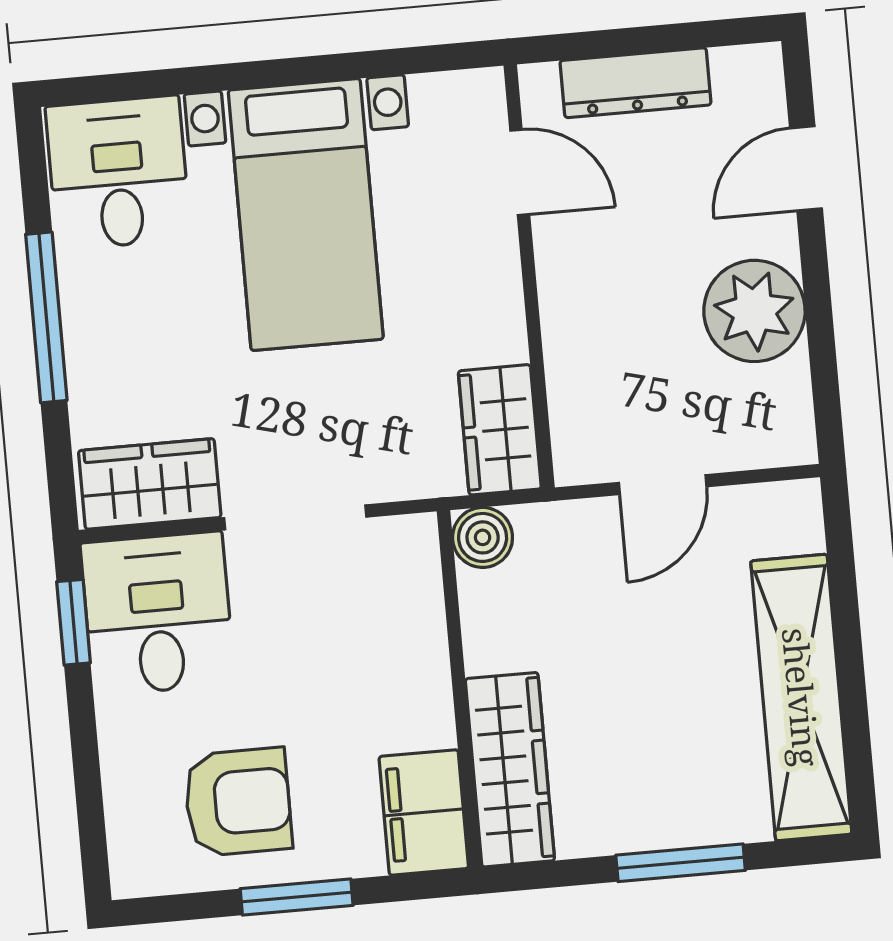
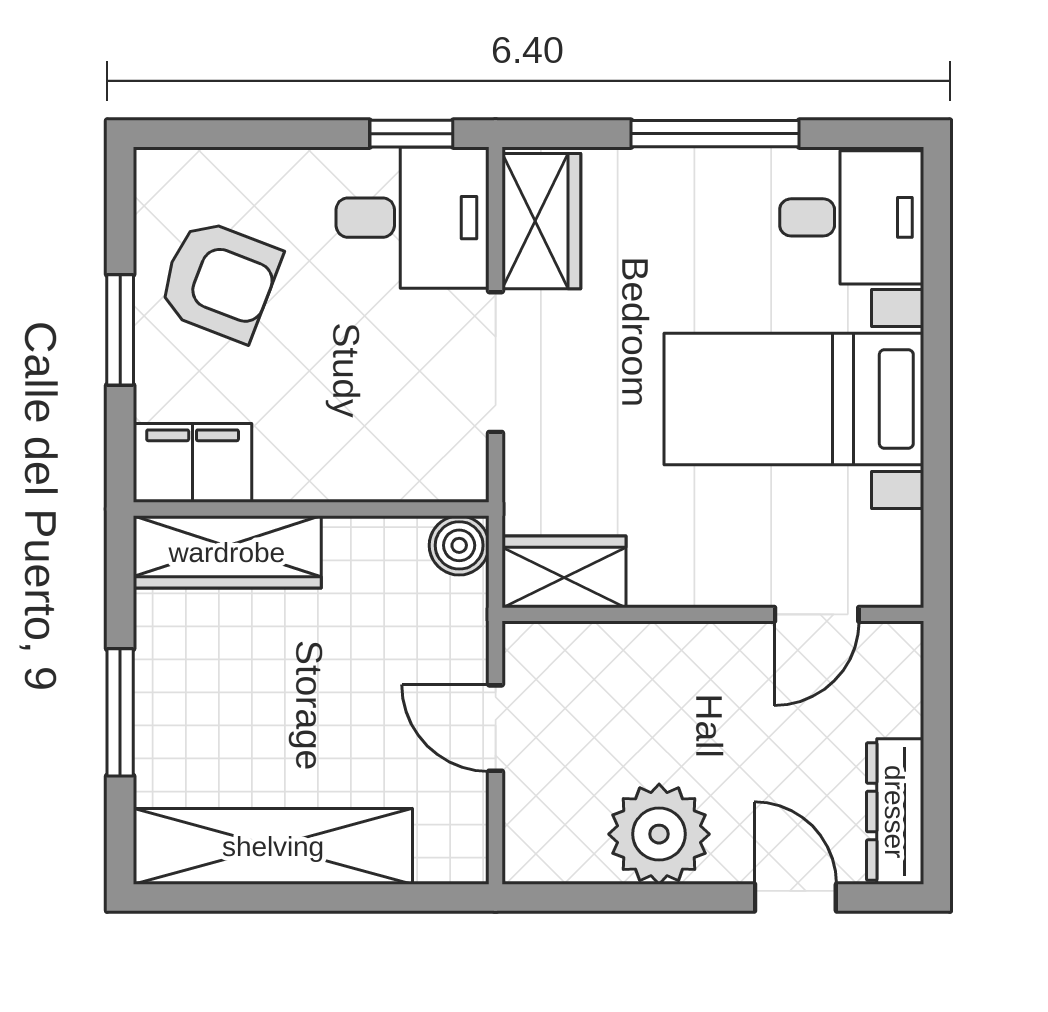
dresser: (636, 83) -> (895, 812), moved
armchair: (238, 802) -> (219, 280), turned -69

